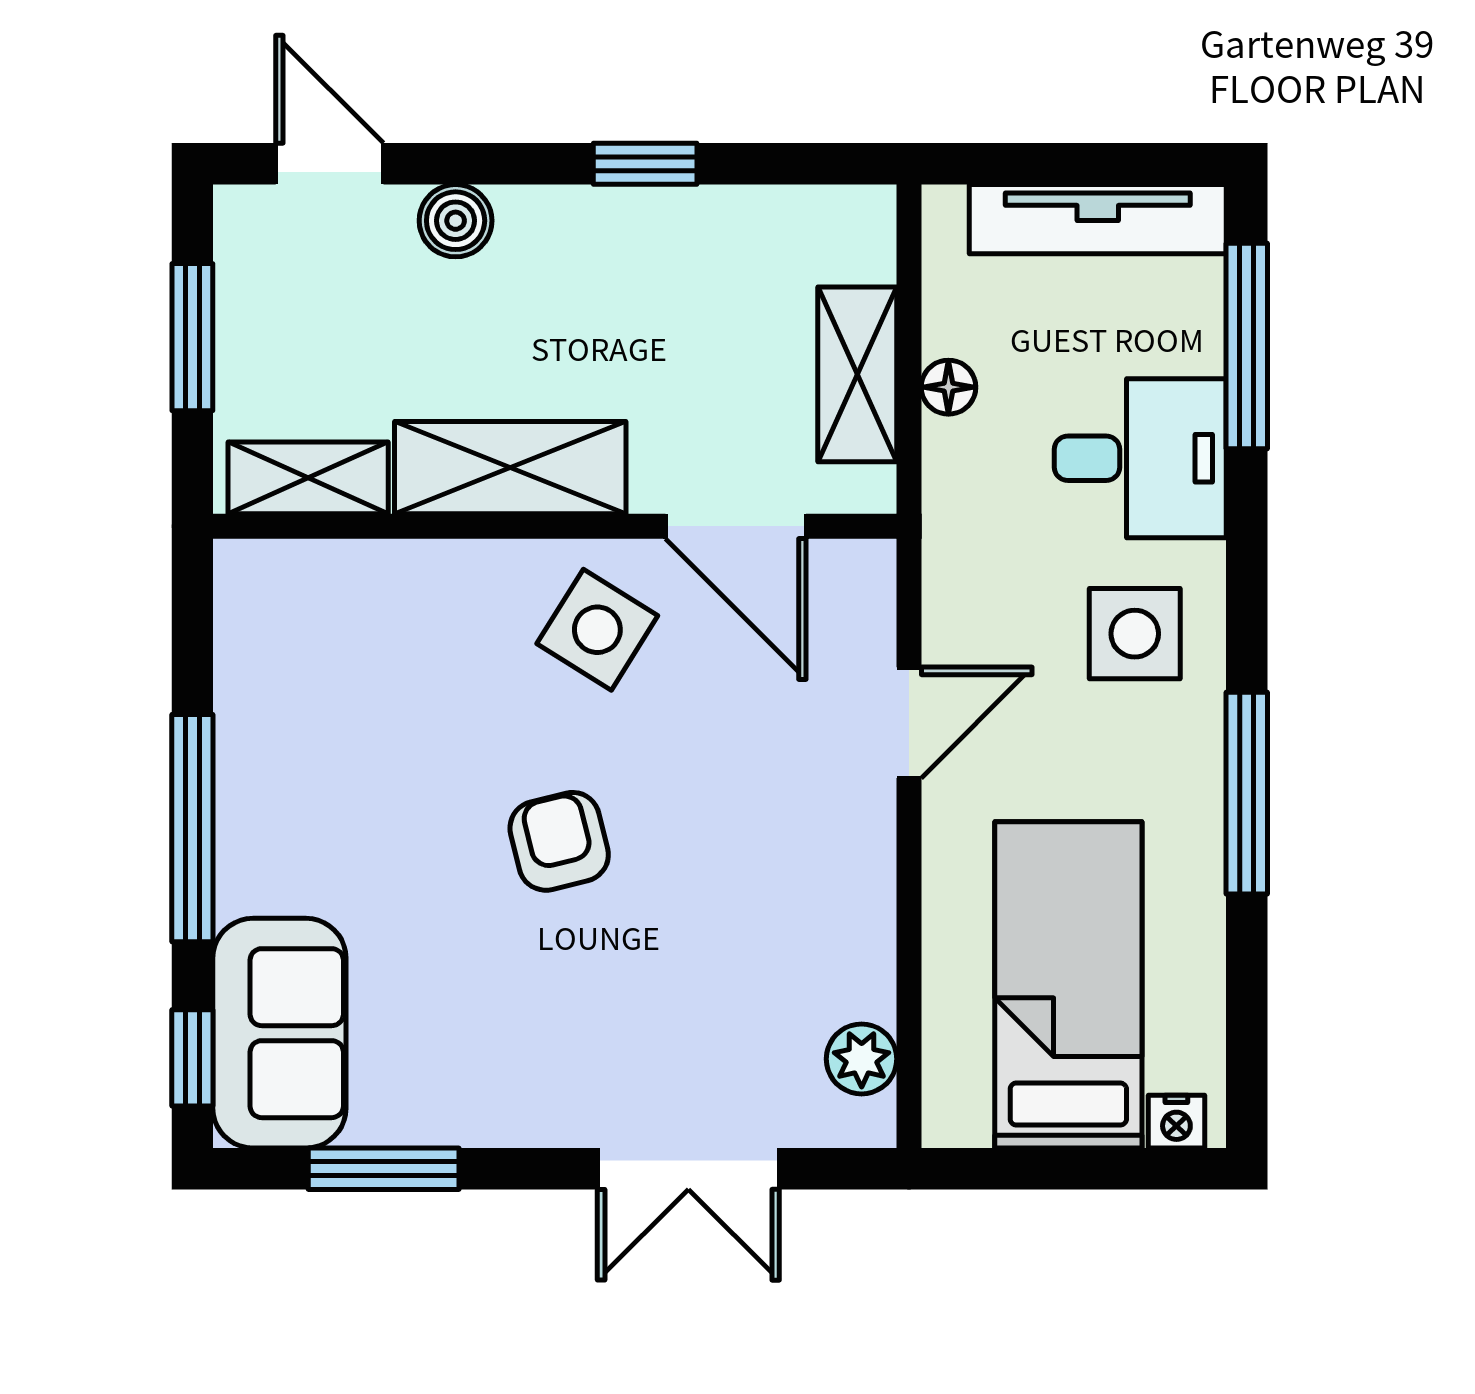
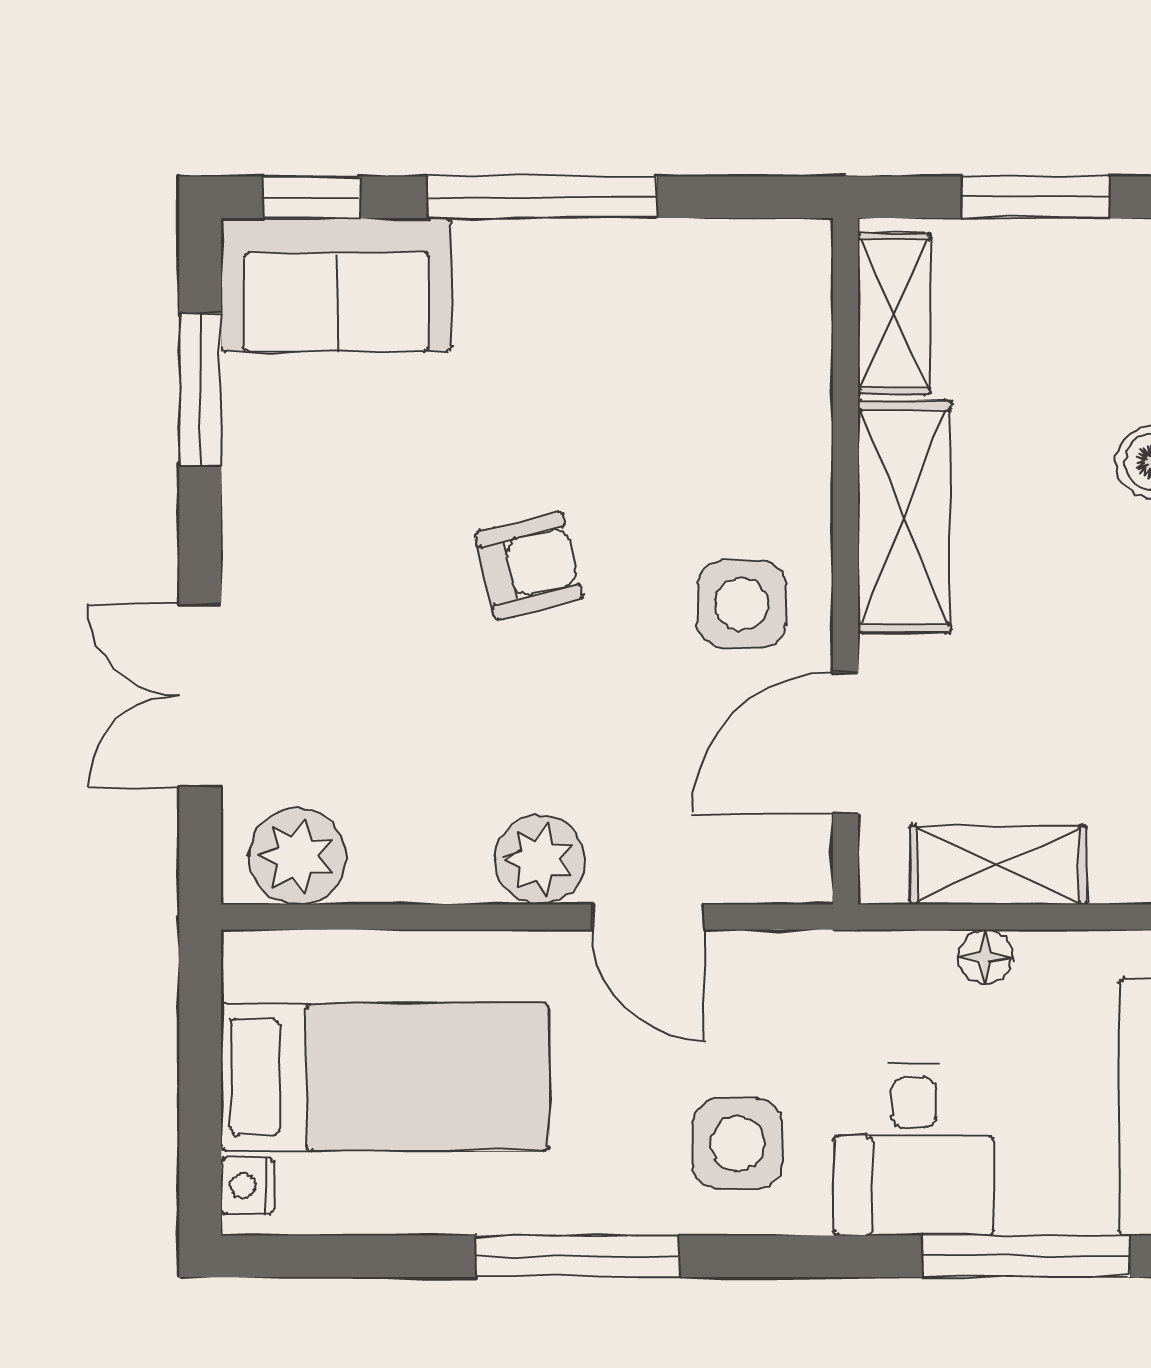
side table: (597, 630) -> (742, 604), turned -32
plant: (852, 830) -> (540, 860), added
plant: (862, 1059) -> (297, 856), width x1.38, depth x1.38

